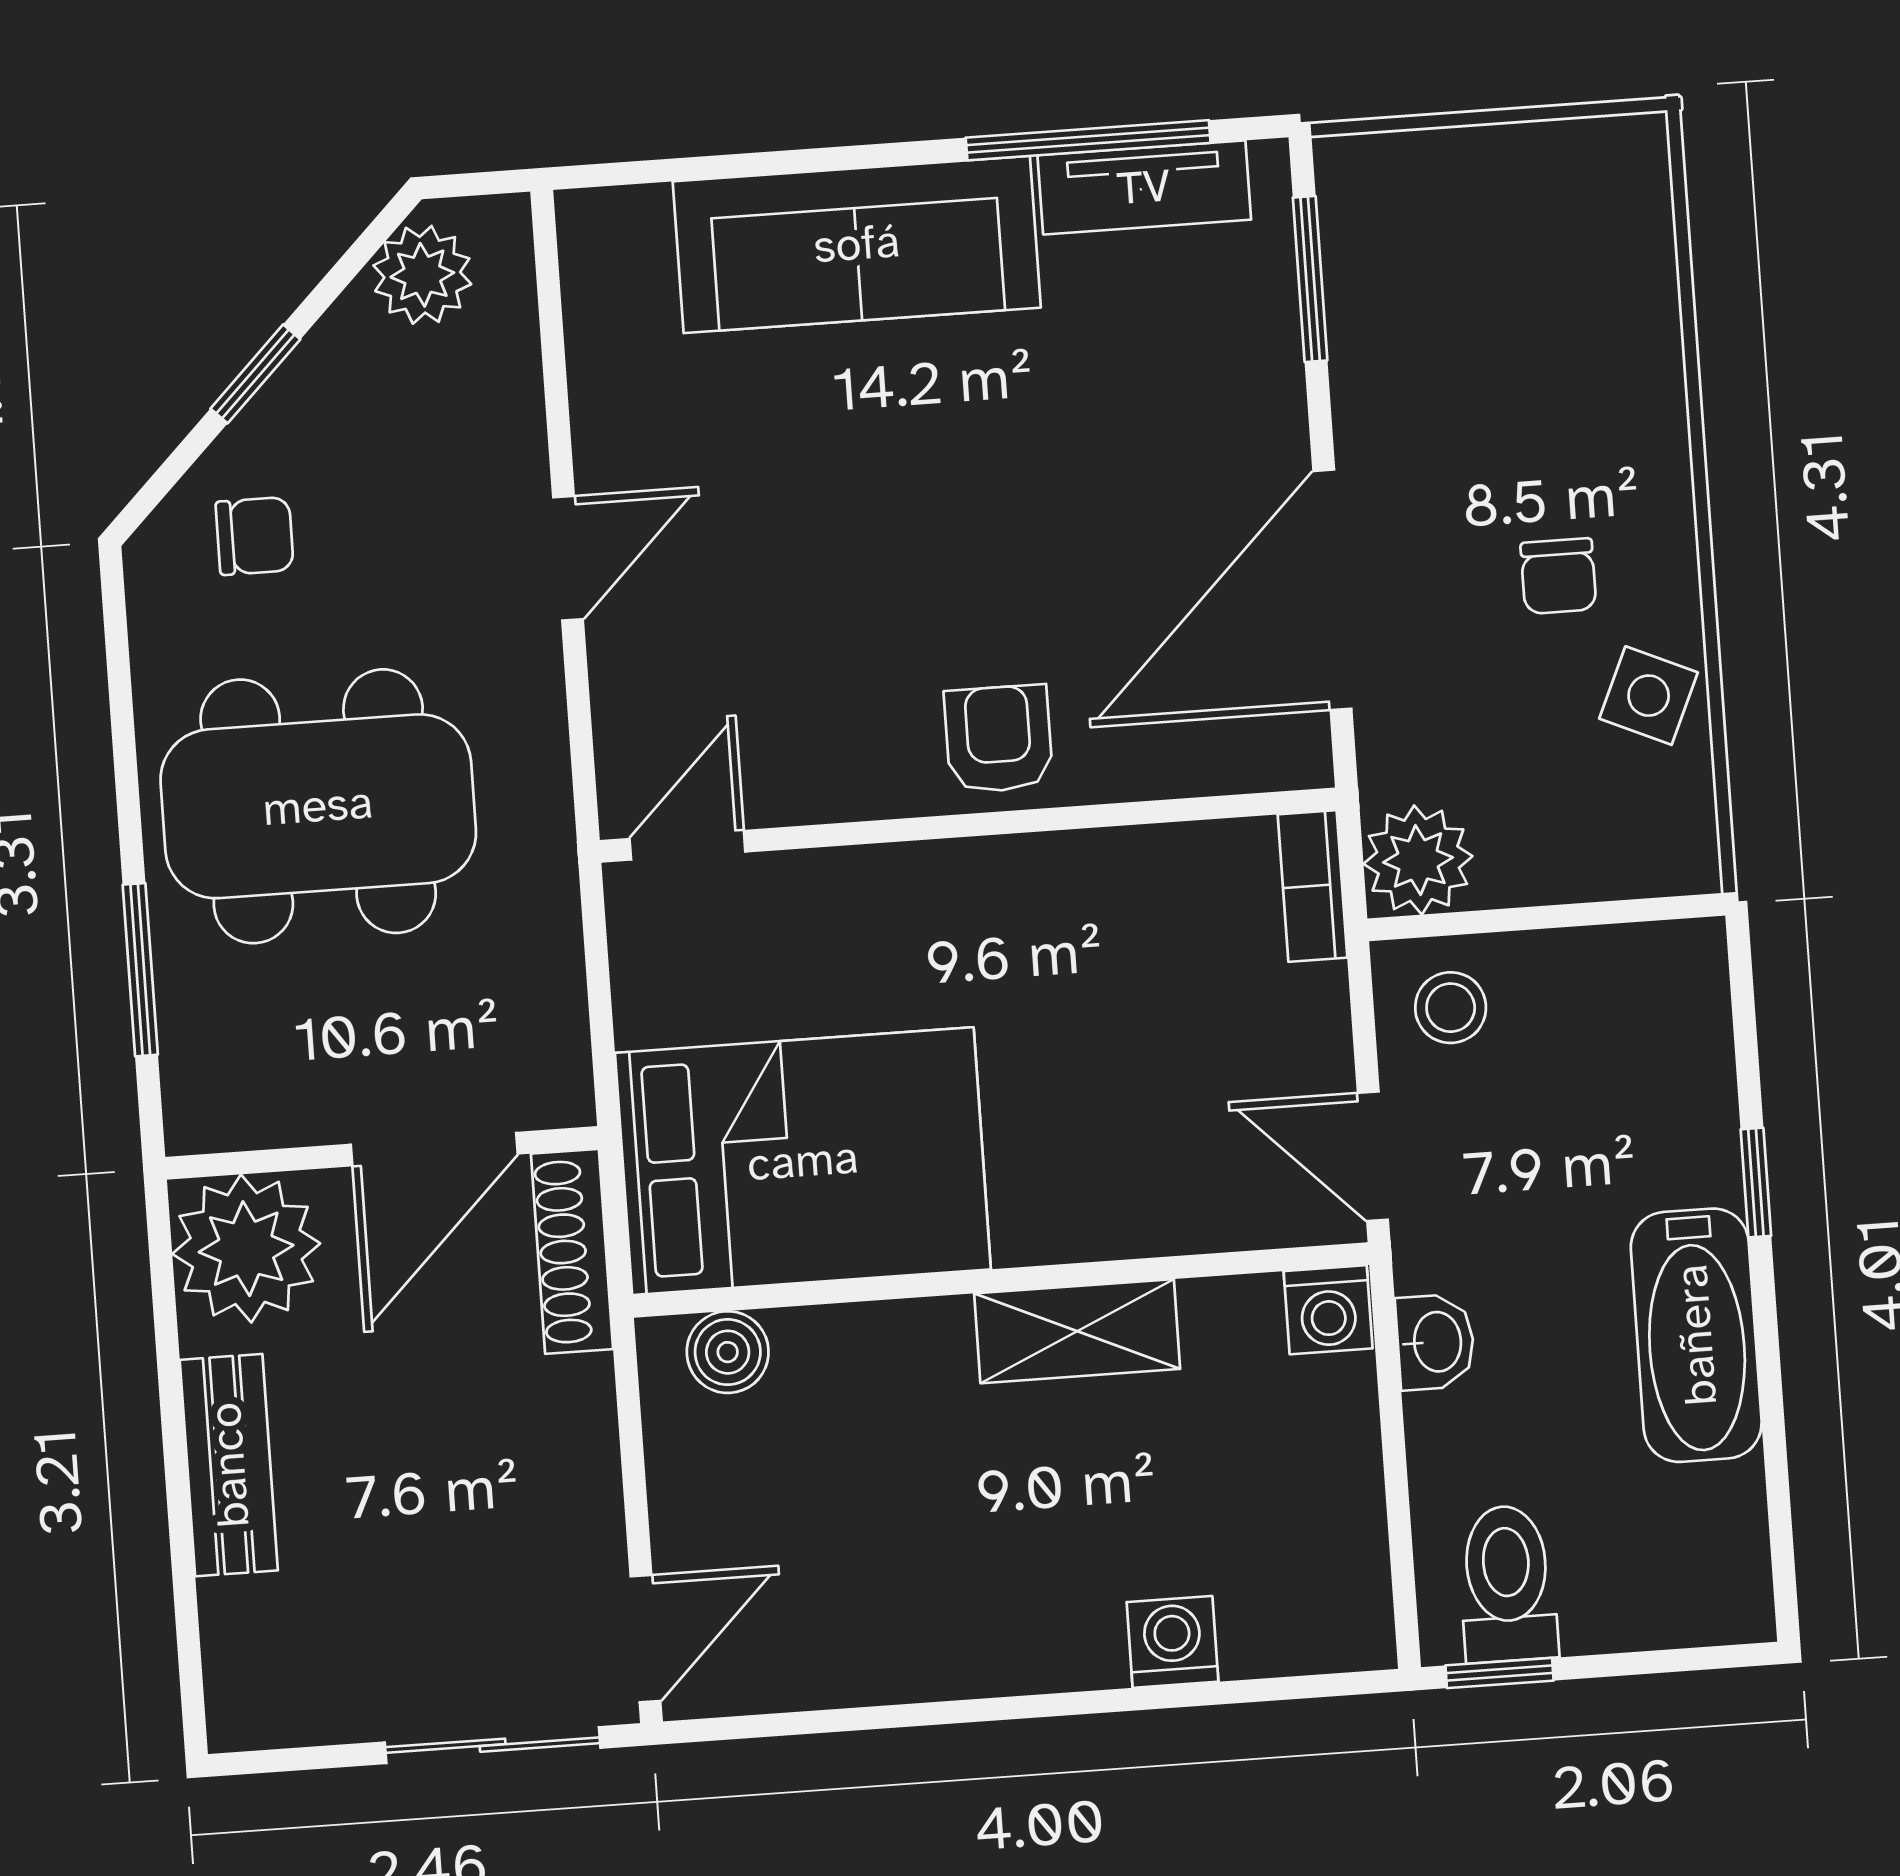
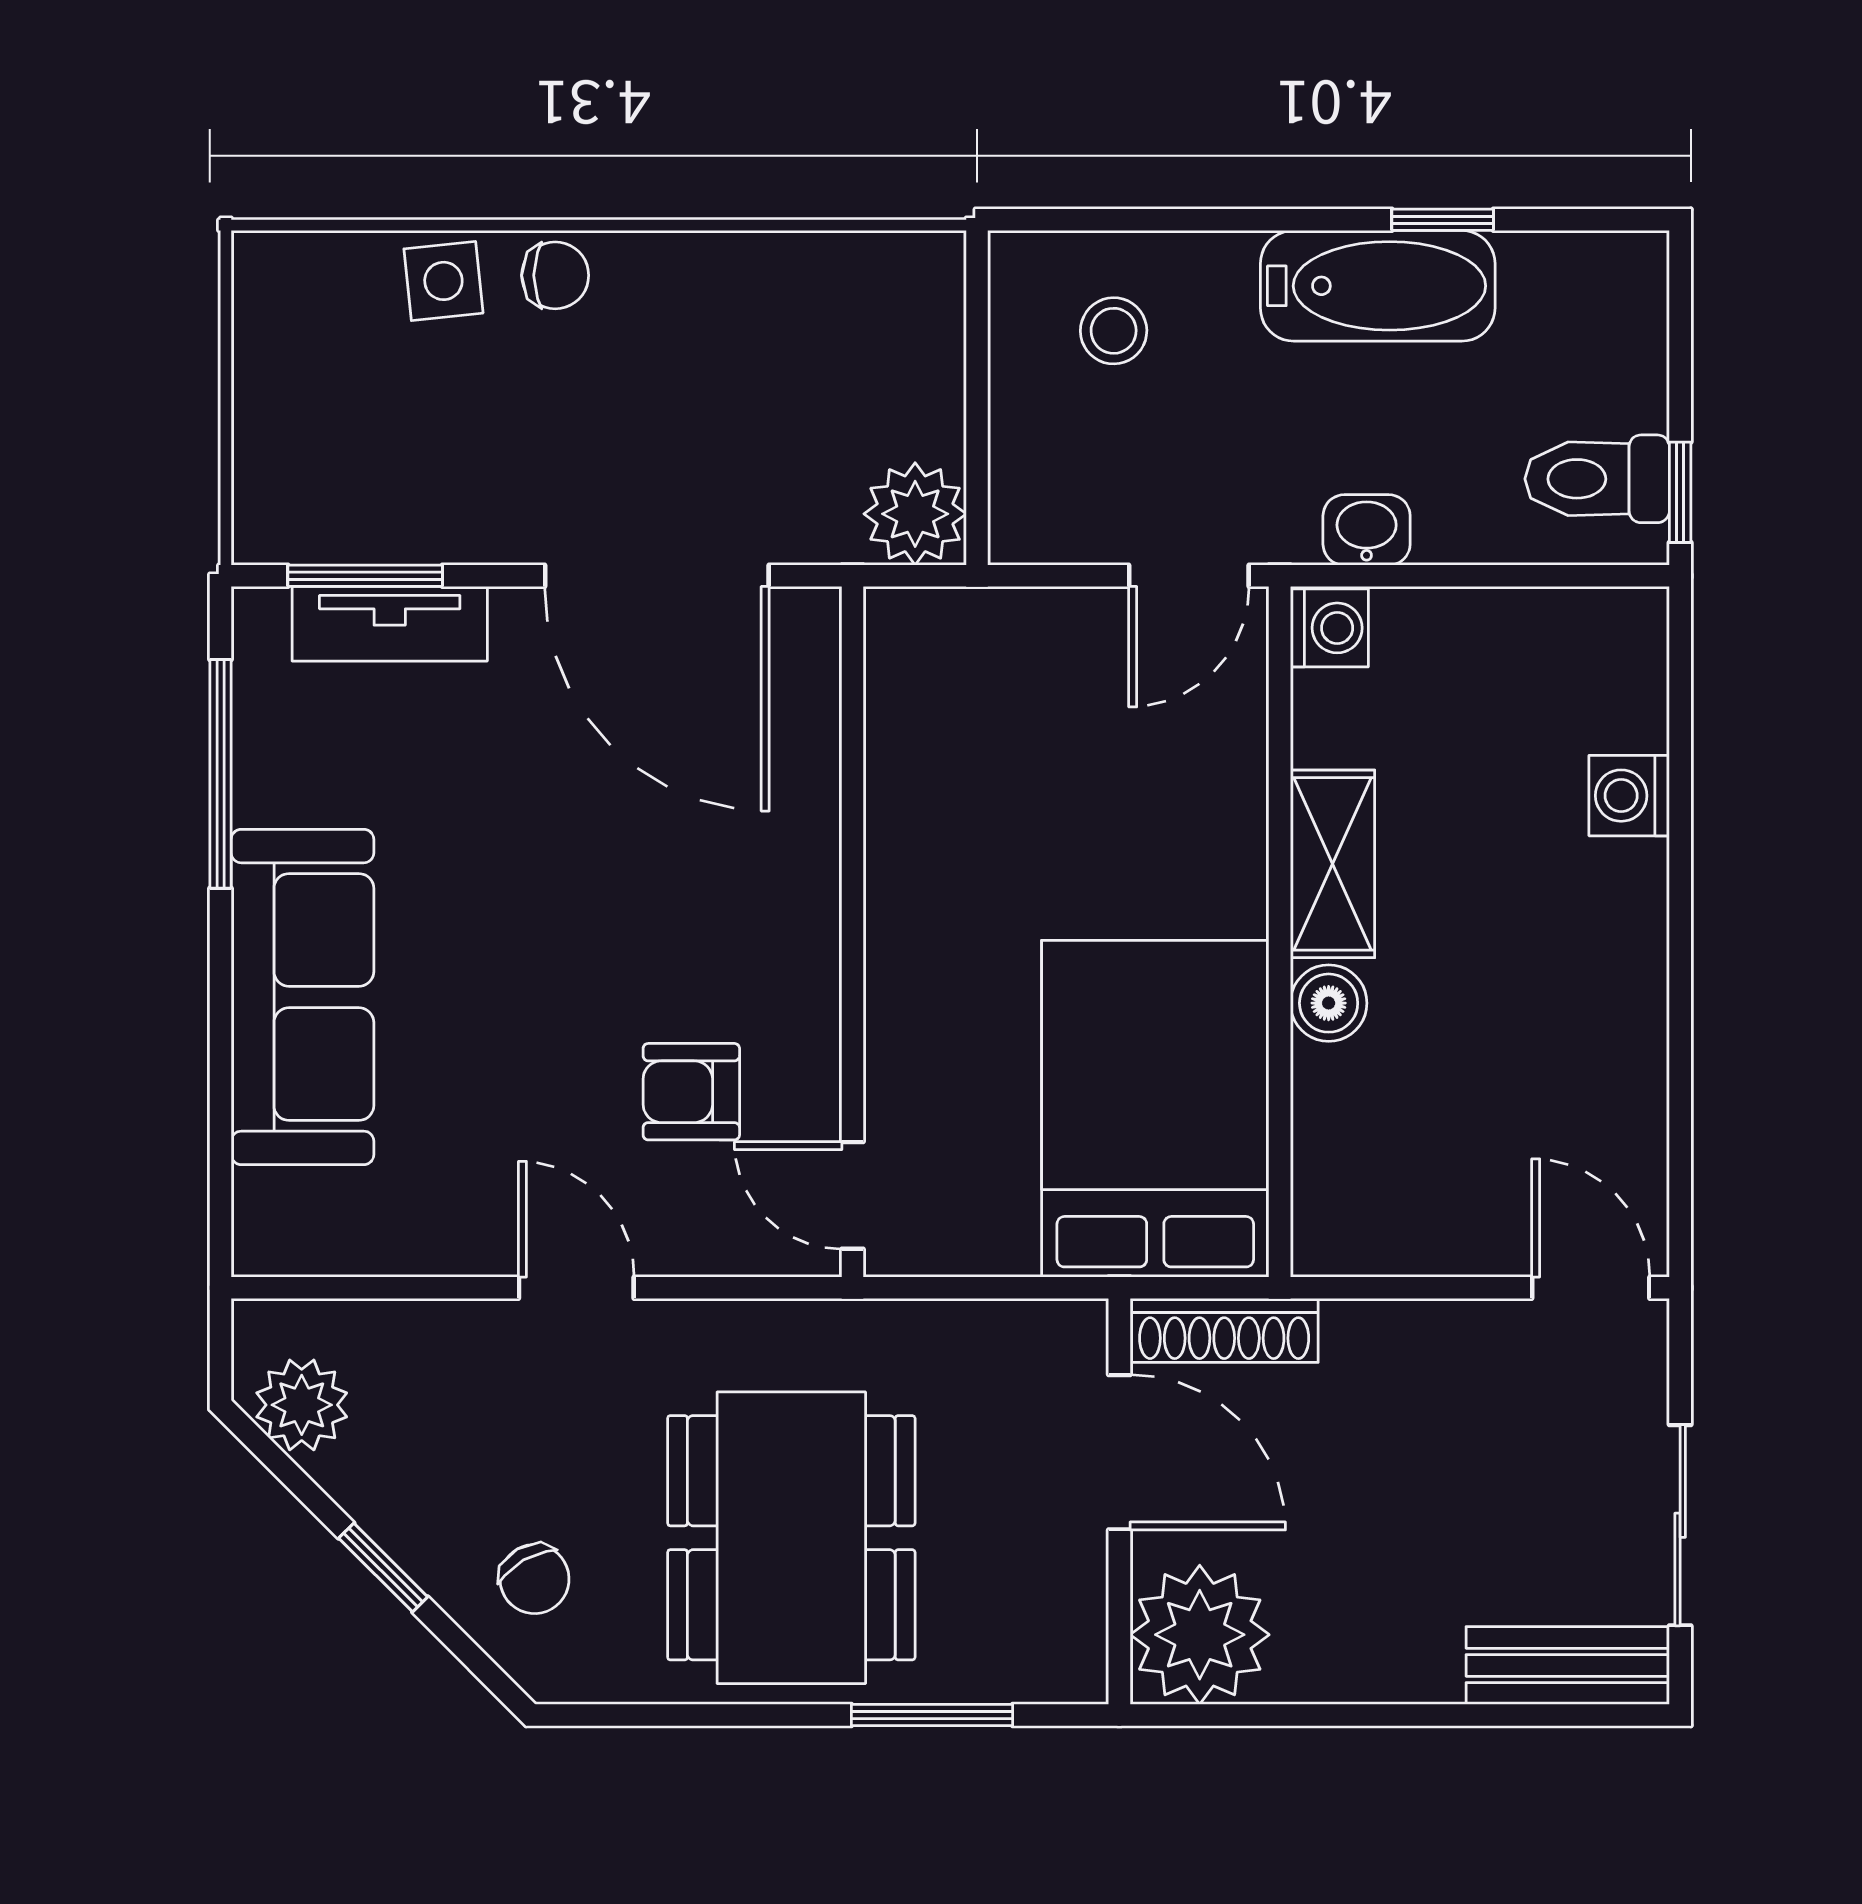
tv unit: (1144, 187) -> (390, 624), moved, turned 90
chair: (255, 536) -> (534, 1579), turned 150
chair: (1558, 576) -> (555, 275), moved
side table: (1649, 696) -> (443, 281), moved, turned -30
armchair: (998, 739) -> (691, 1092), moved
bookcase: (1313, 886) -> (932, 614), removed
stool: (1451, 1008) -> (1114, 331), moved
window: (1756, 1183) -> (1443, 220), moved
boiler: (728, 1352) -> (1329, 1003), moved
bench: (229, 1465) -> (1568, 1665), moved
sliding door: (493, 1745) -> (1680, 1525), moved

